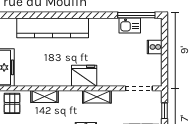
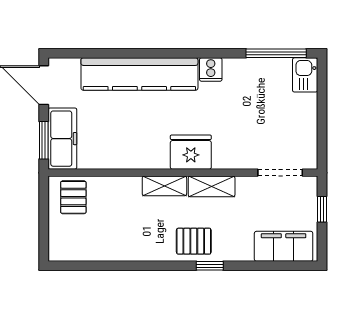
kitchen sink: (130, 26) -> (305, 75), moved, turned 90
cooker: (155, 47) -> (211, 70), moved, turned -90
shelving: (45, 96) -> (164, 186), moved

